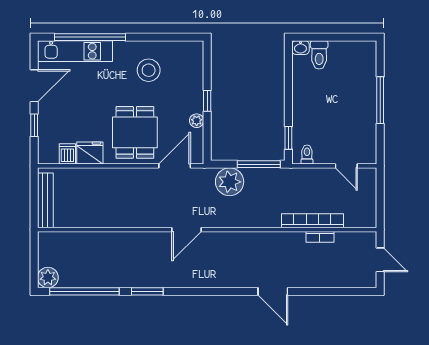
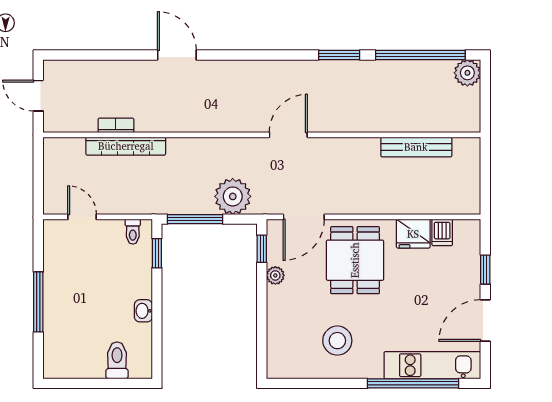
washbasin: (300, 48) -> (143, 311), moved, turned -90
window: (207, 101) -> (262, 249), moved
bench: (45, 200) -> (416, 147), moved, turned 90

